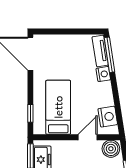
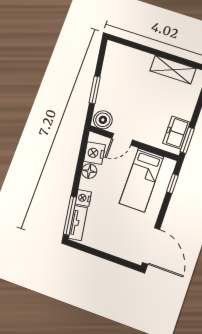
floor lamp: (107, 99) -> (89, 171), added

